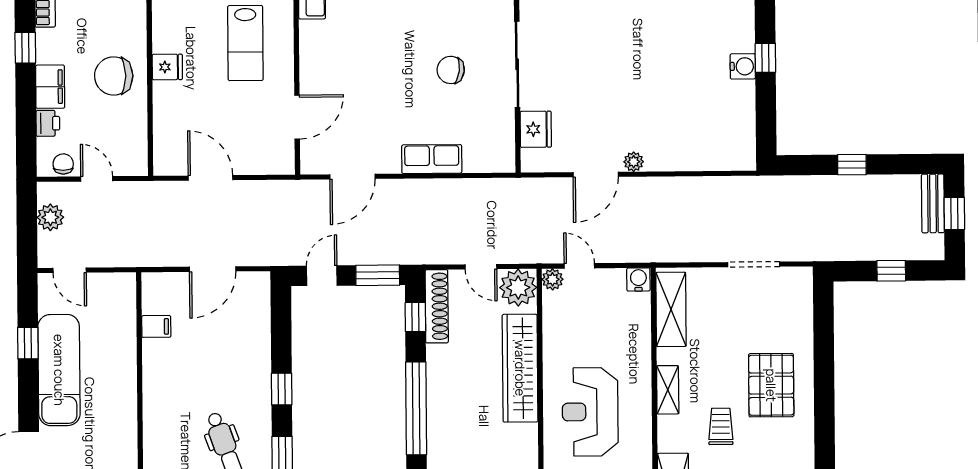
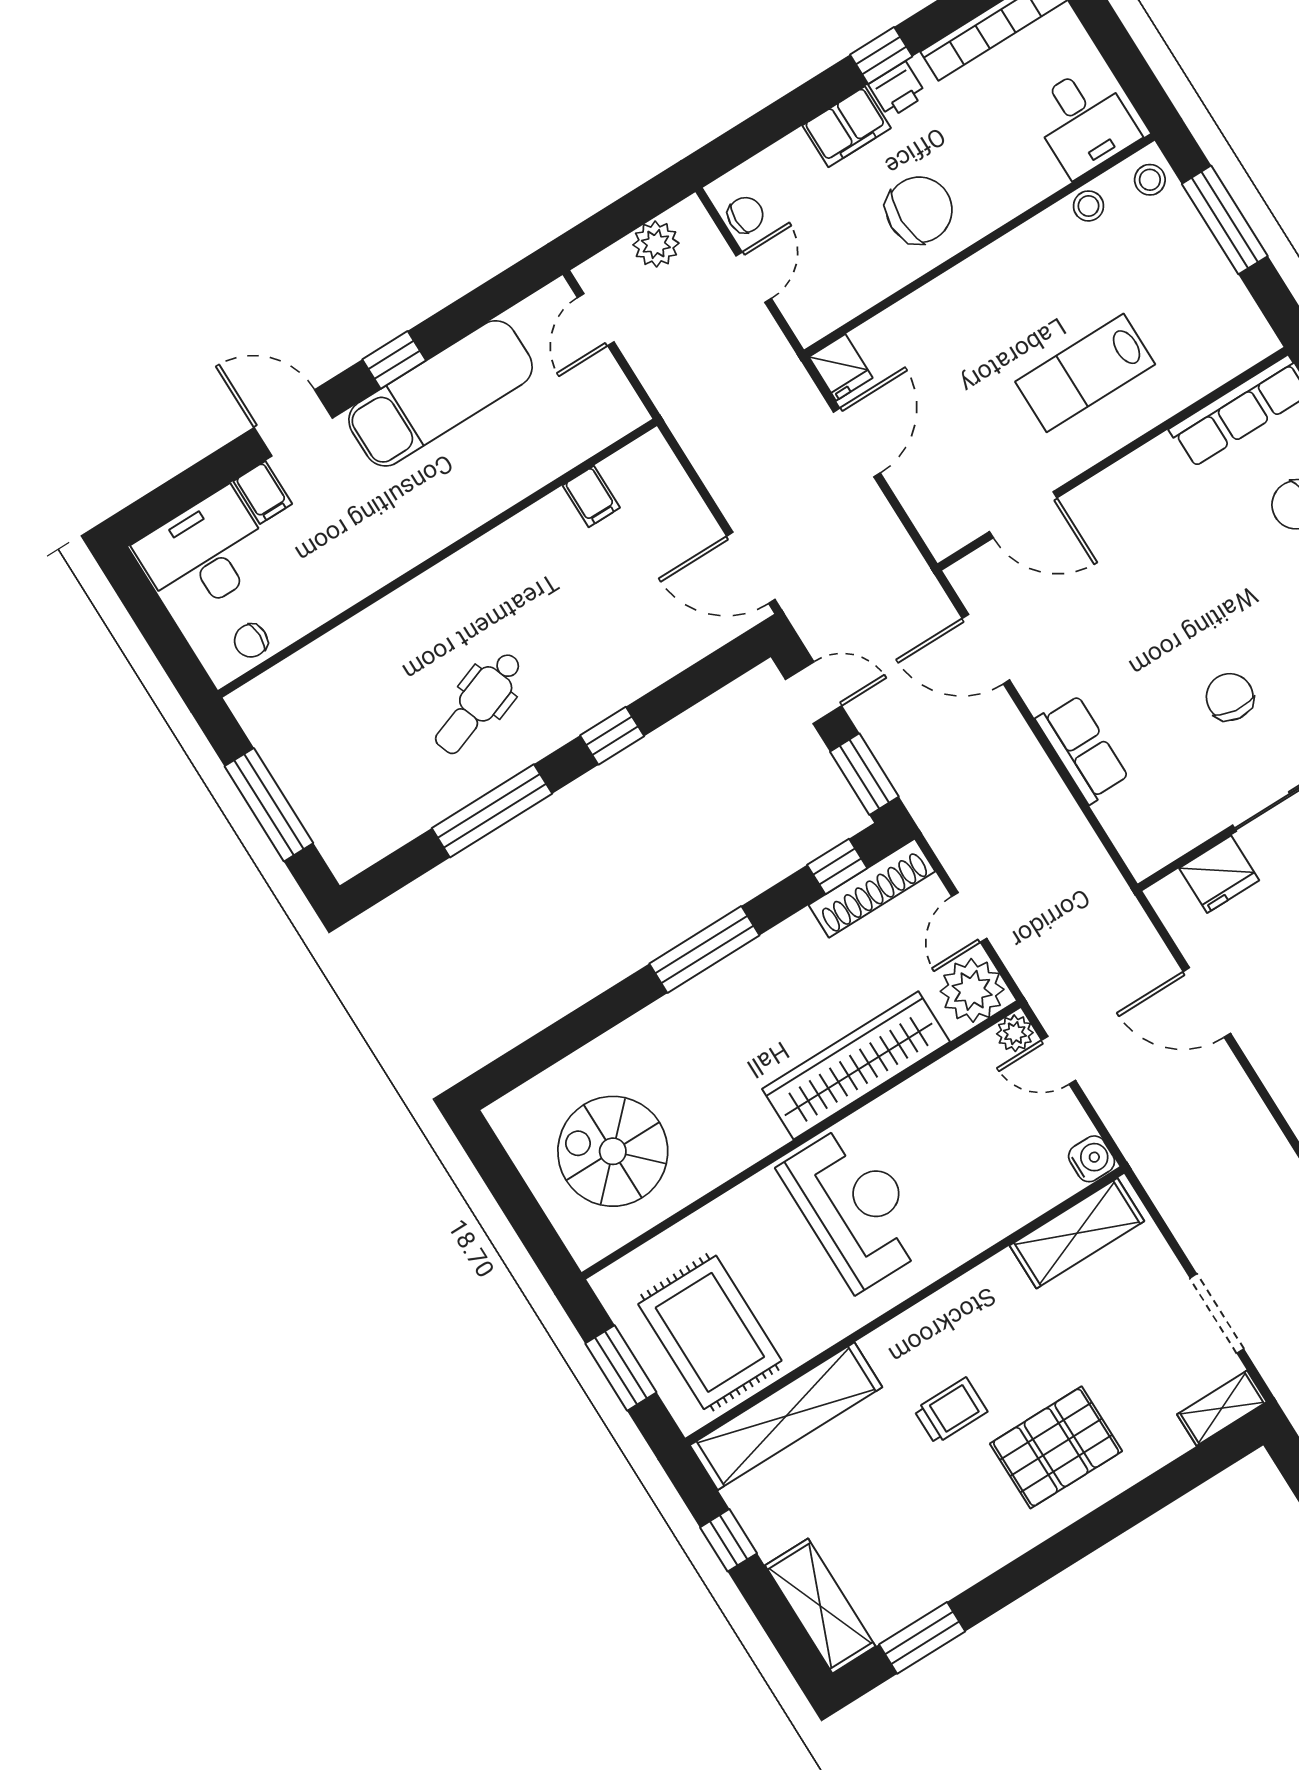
fridge: (167, 67) -> (841, 367), moved
chair: (114, 76) -> (919, 210), turned 90
printer: (48, 123) -> (897, 90), moved
plant: (634, 162) -> (1259, 1046), removed
door: (579, 266) -> (1059, 1060), swing flipped
door: (213, 269) -> (751, 568), moved
window: (28, 343) -> (394, 360), moved
shelving: (668, 390) -> (1222, 1408), moved
window: (416, 408) -> (704, 949), width x0.68
reception desk: (590, 412) -> (855, 1207), turned 90

